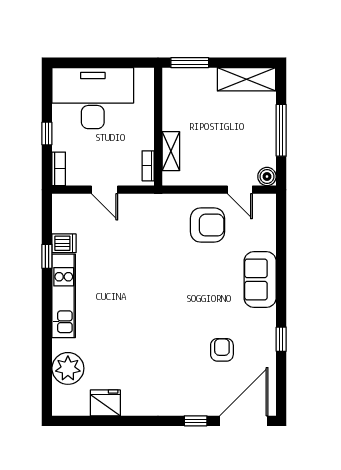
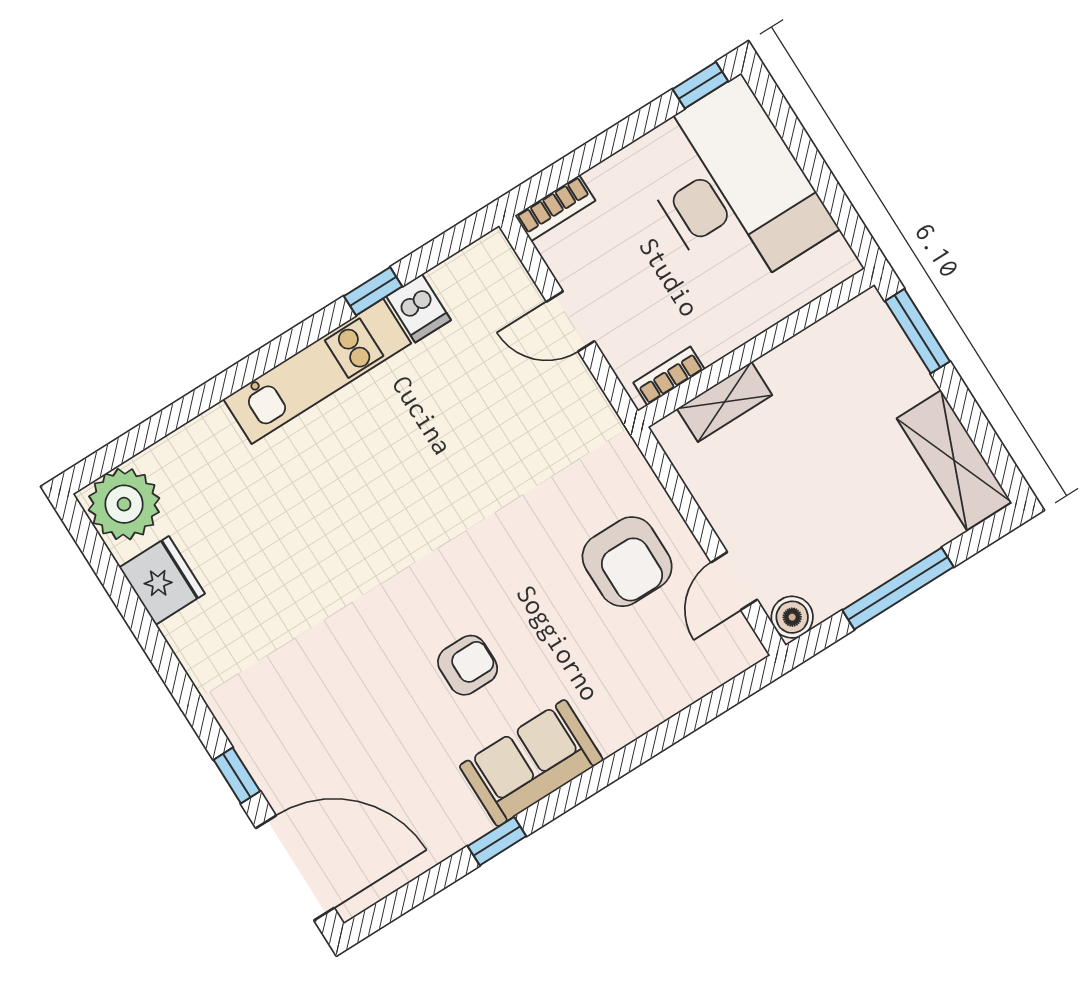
window: (47, 134) -> (700, 85), moved
door: (105, 190) -> (571, 321), hinge flipped
sofa: (260, 280) -> (531, 763), moved
armchair: (222, 350) -> (468, 665), moved
plant: (68, 368) -> (124, 504), moved

